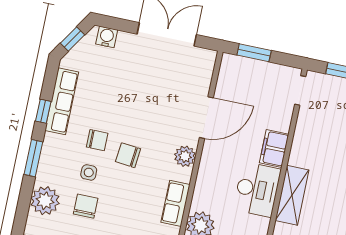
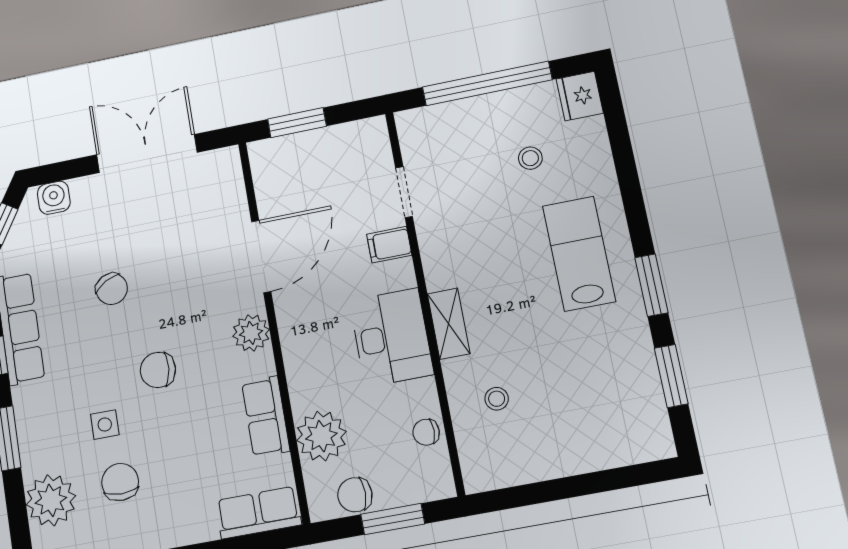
doorway: (300, 90) -> (404, 192), moved
chair: (97, 140) -> (112, 289), moved, turned 61
filing cabinet: (274, 148) -> (389, 245), width x0.50
shelving: (292, 195) -> (449, 324), width x0.67, depth x0.75

